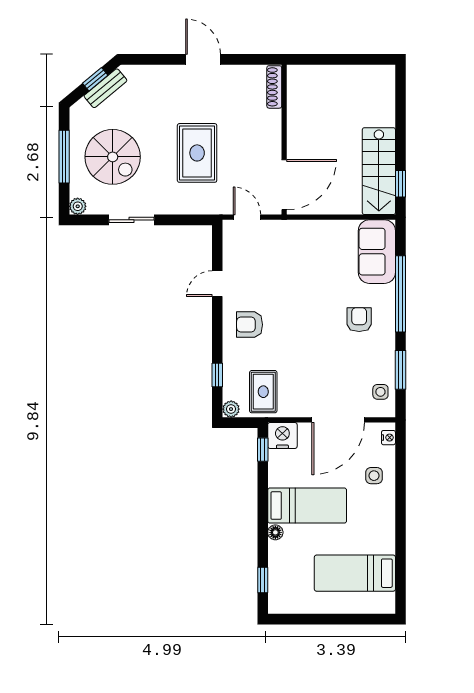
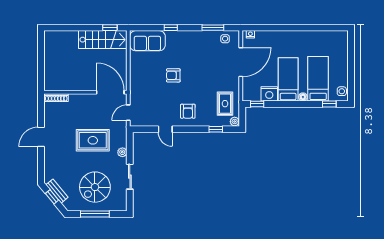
spiral stairs: (113, 157) -> (95, 187), turned 180
plant: (78, 206) -> (122, 152), moved
window: (400, 294) -> (171, 28), width x0.32
armchair: (359, 320) -> (173, 75), moved
rug: (263, 392) -> (225, 104), turned 90
door: (338, 420) -> (241, 62), hinge flipped
nightstand: (282, 435) -> (269, 94), moved, turned -90
side table: (374, 476) -> (342, 91), moved
bed: (355, 573) -> (318, 79), moved, turned 180

